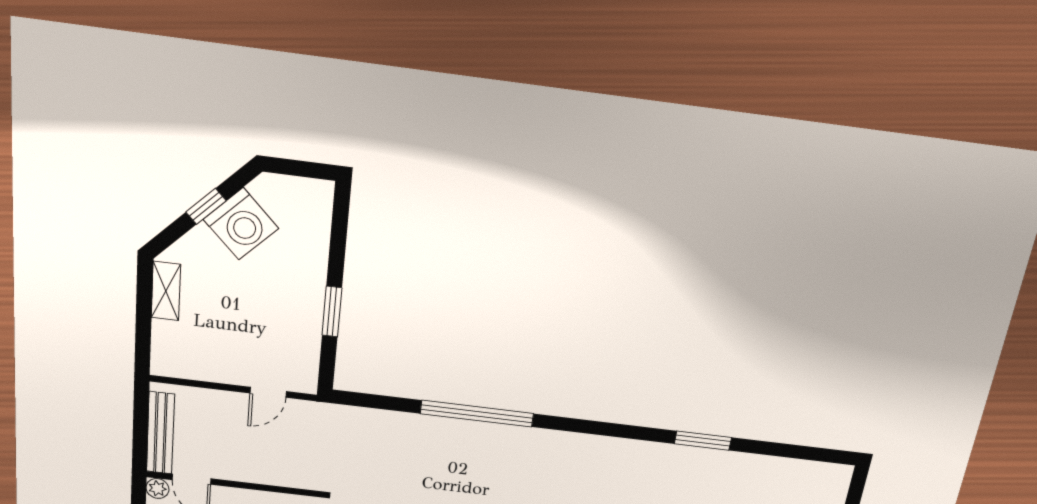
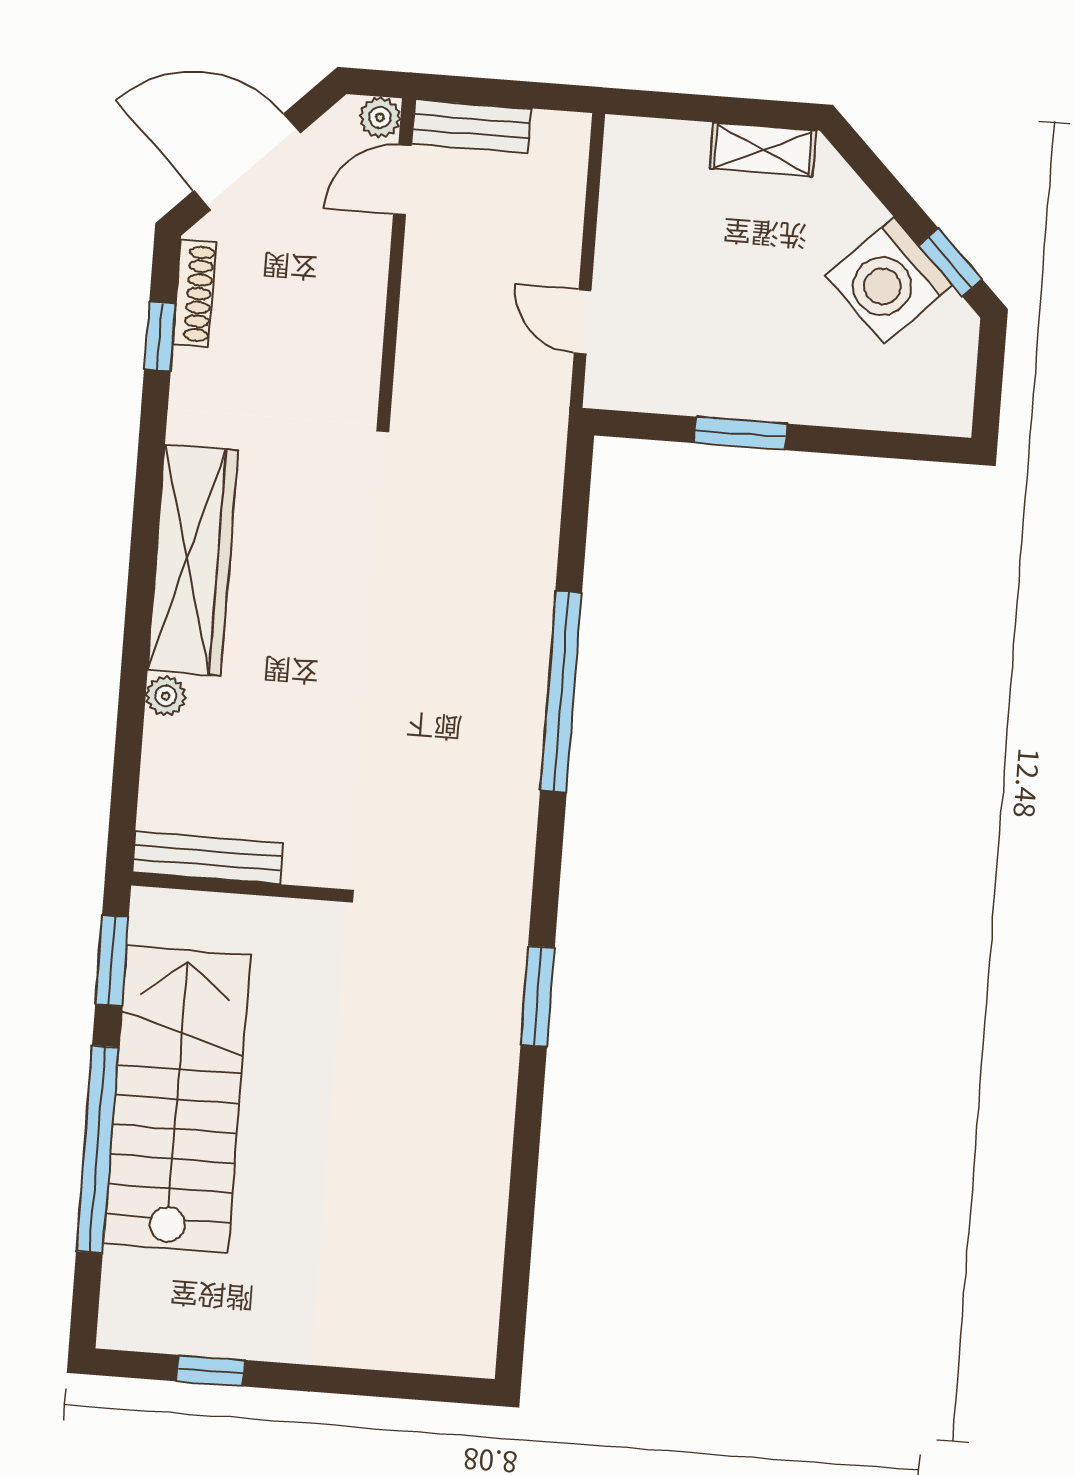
window: (206, 206) -> (950, 262), moved
bench: (160, 433) -> (471, 126), width x0.73
window: (703, 441) -> (538, 996), moved

